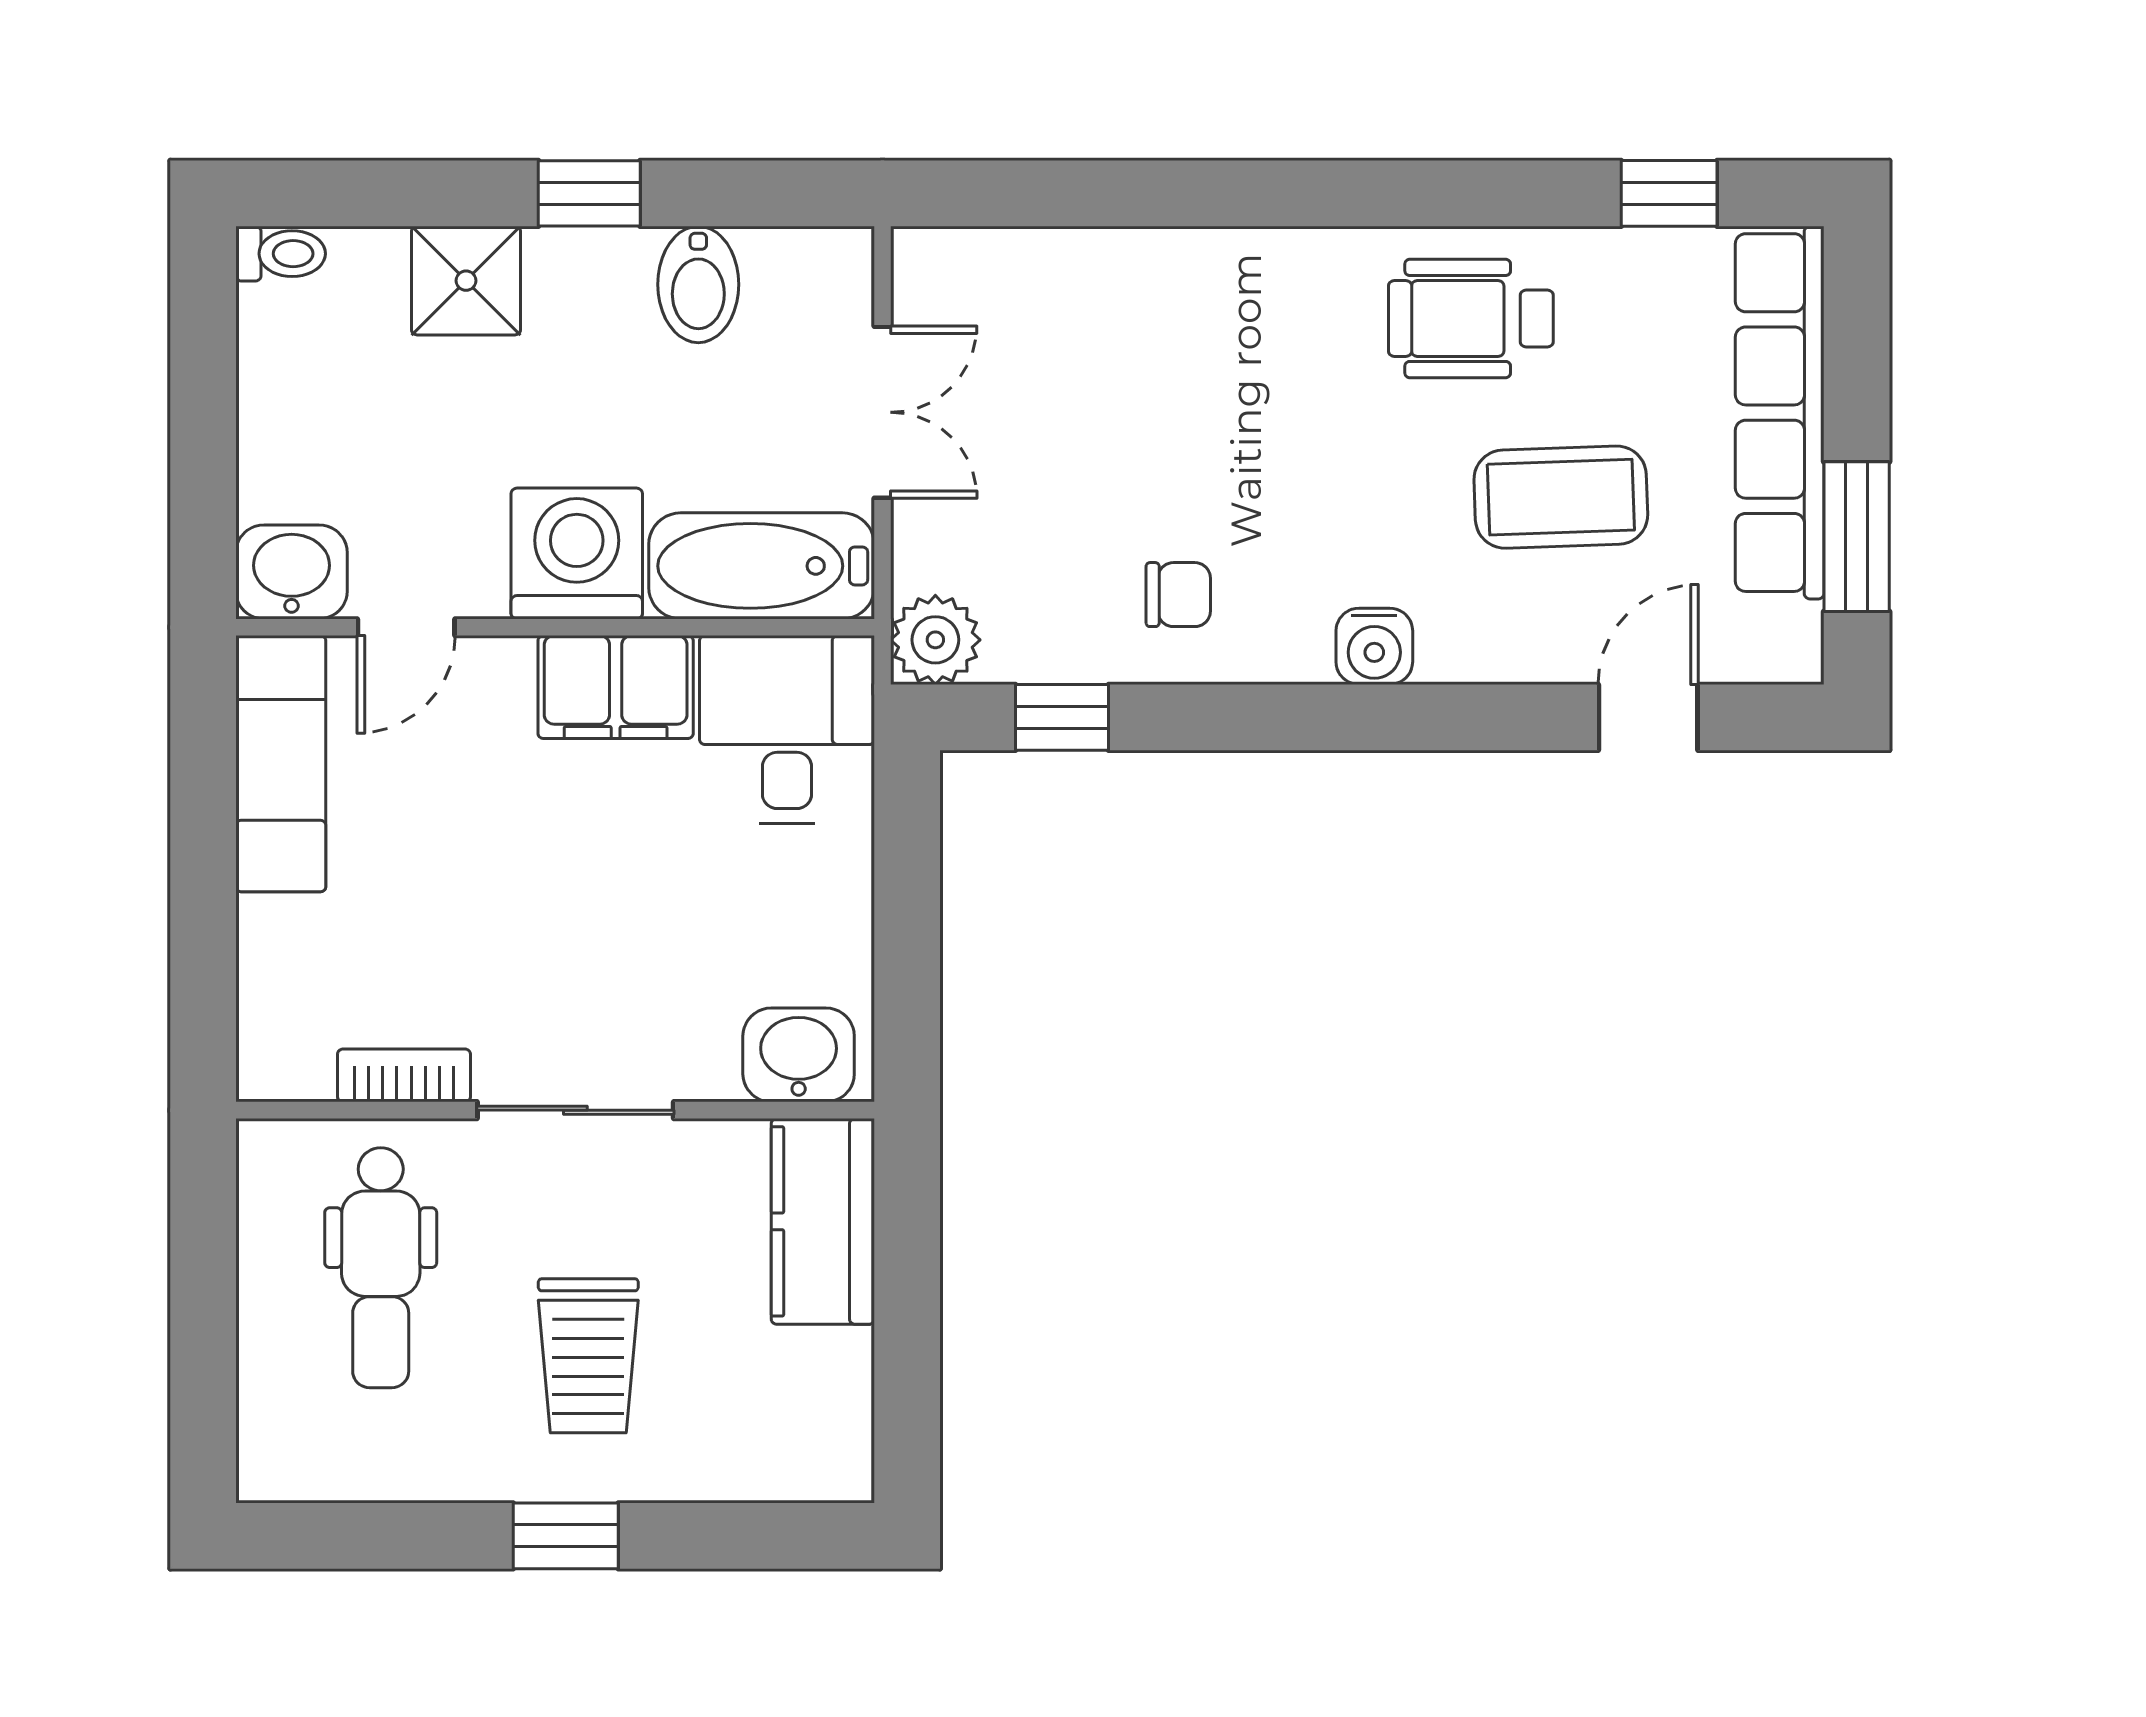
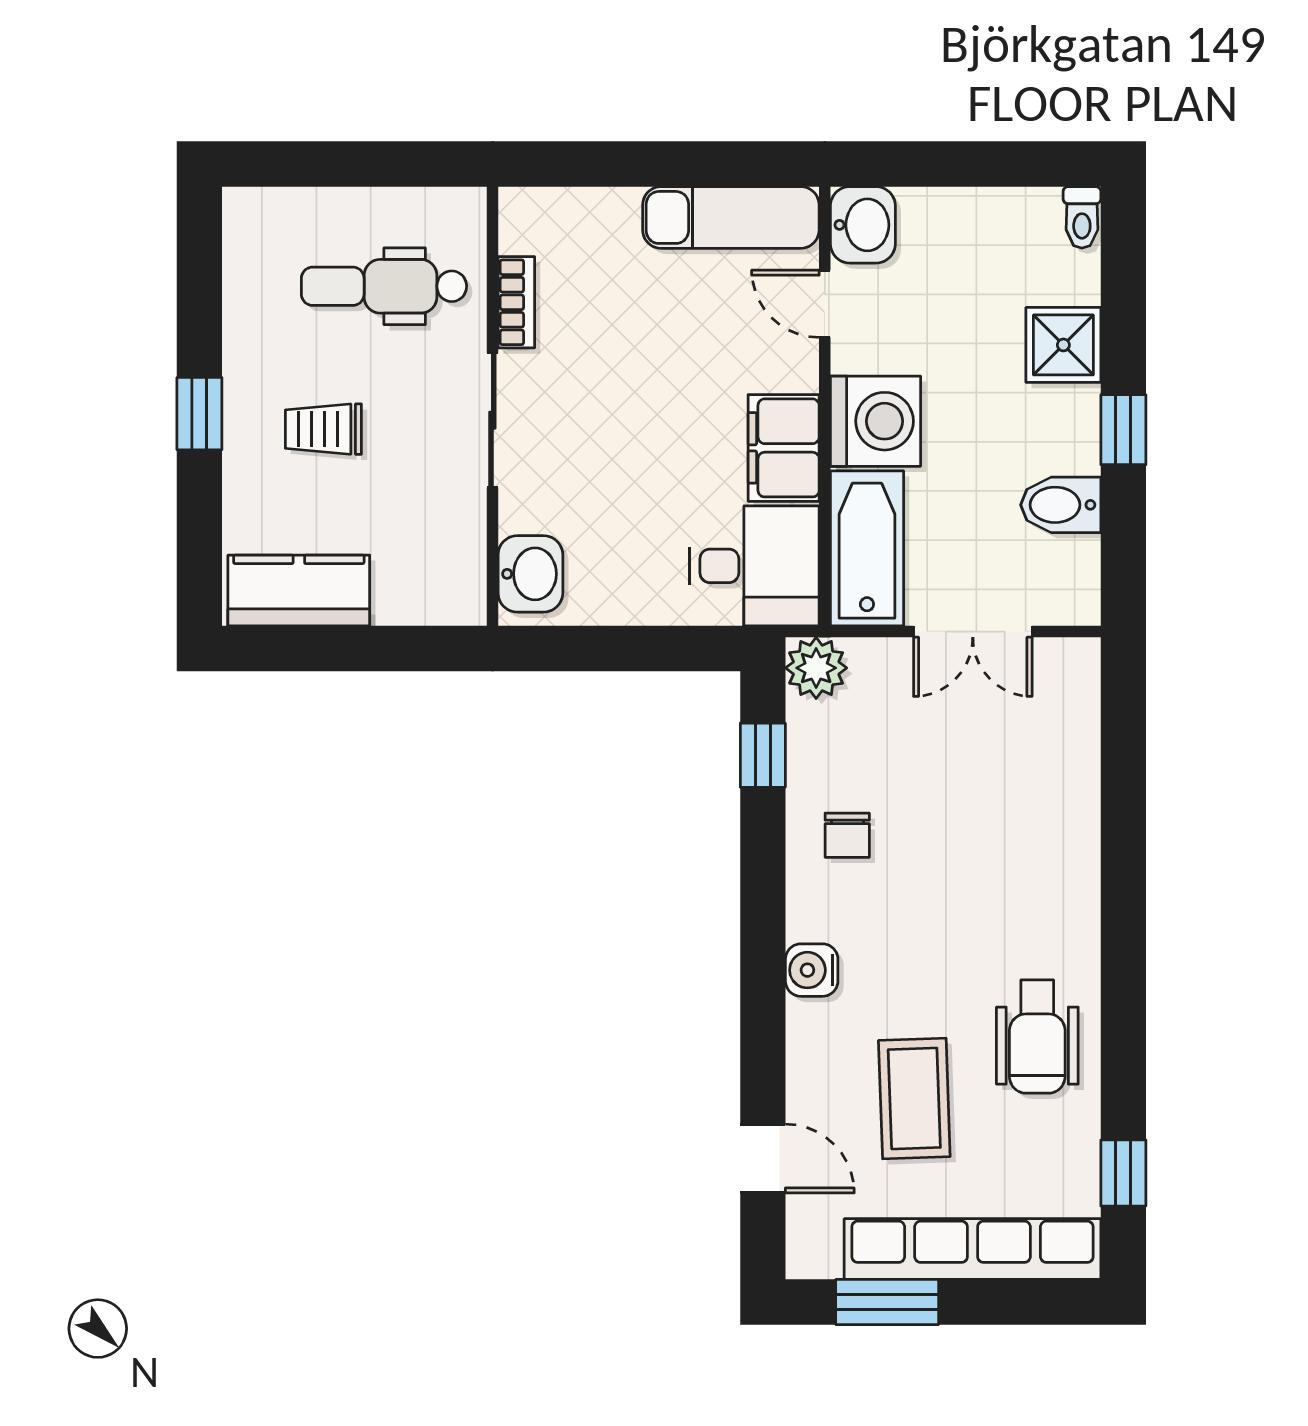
wheelchair: (1471, 318) -> (1037, 1037), turned 180
kitchen counter: (823, 1221) -> (299, 591), moved
trolley: (588, 1356) -> (323, 429), width x0.73, depth x0.72

